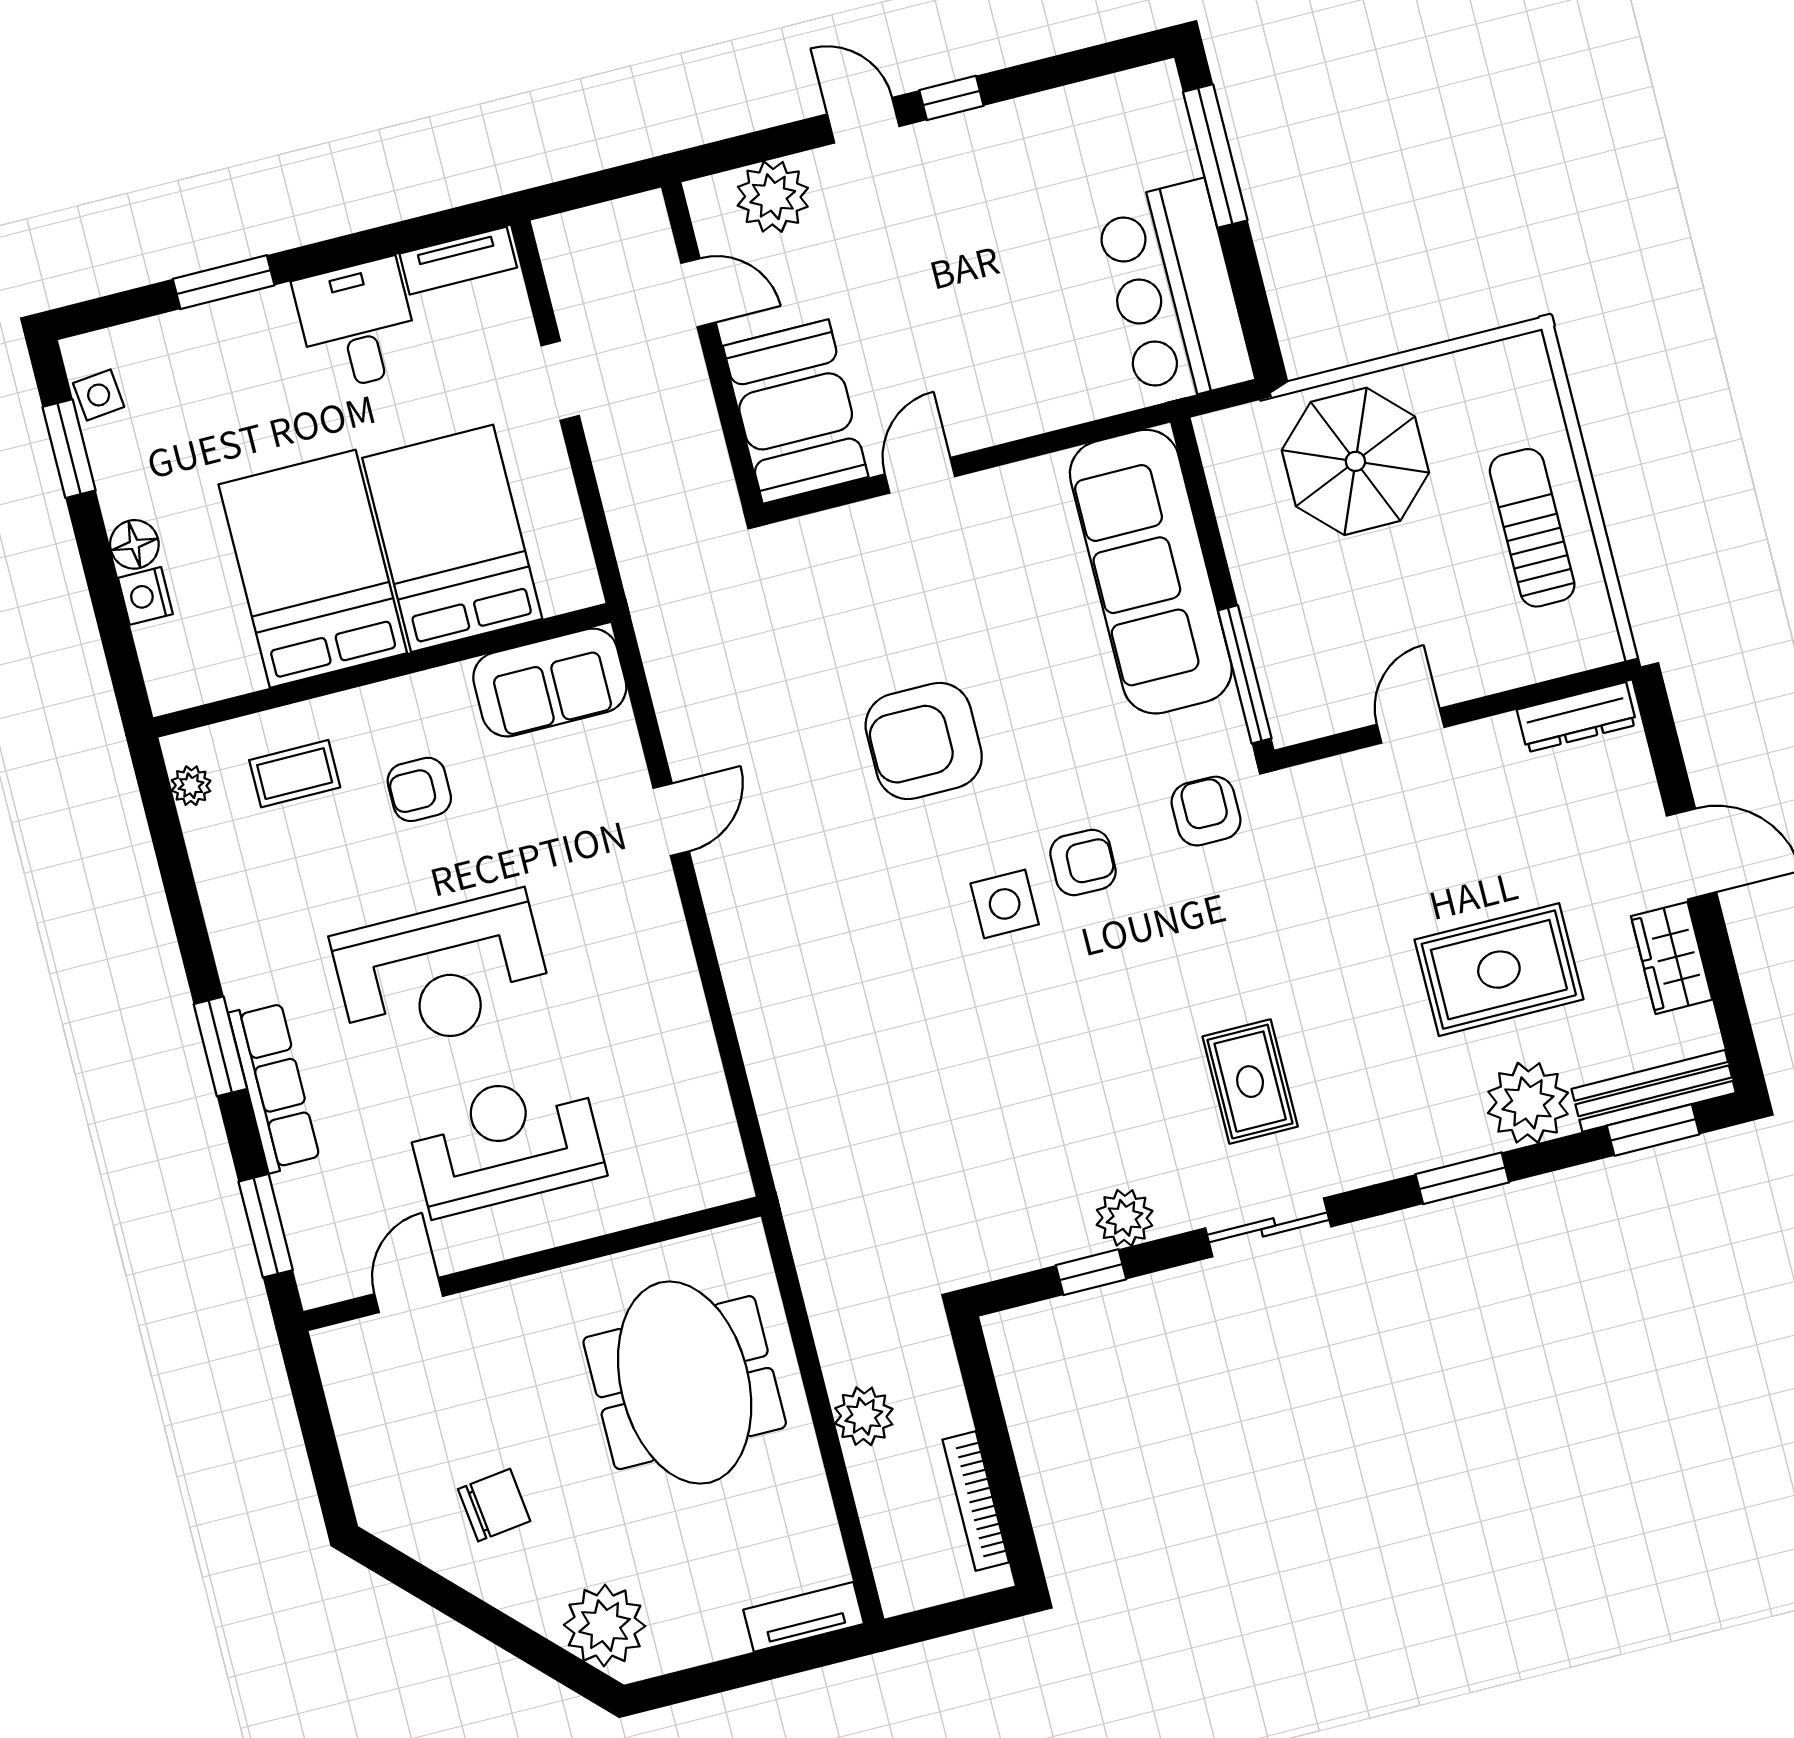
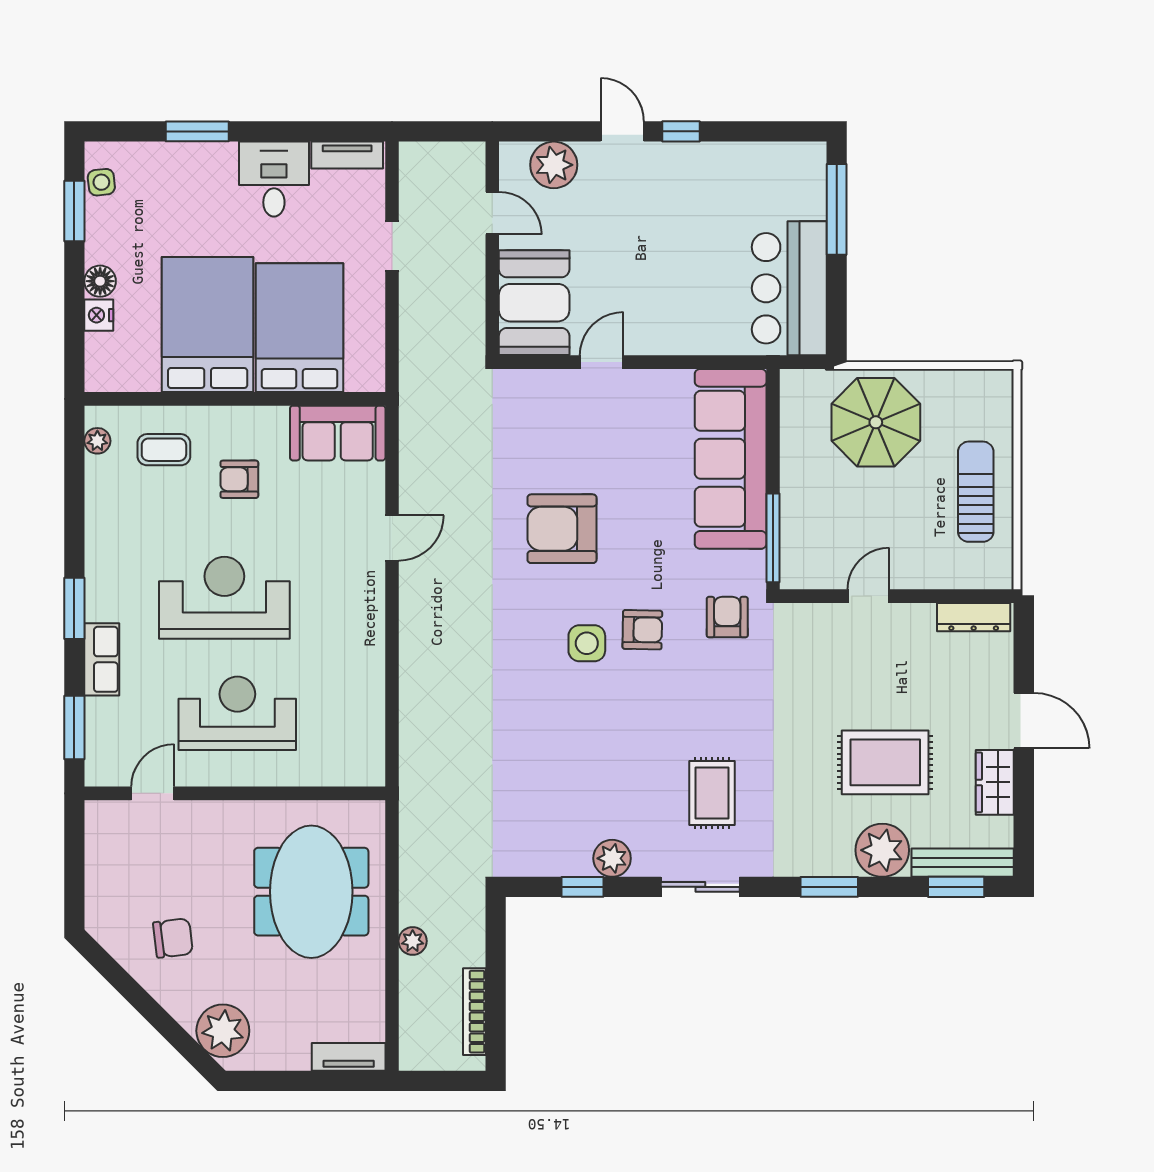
reception desk: (442, 973) -> (224, 598), turned 180
row of seats: (274, 1087) -> (102, 659), width x0.68
plant: (864, 1416) -> (413, 941), width x0.73, depth x0.73

